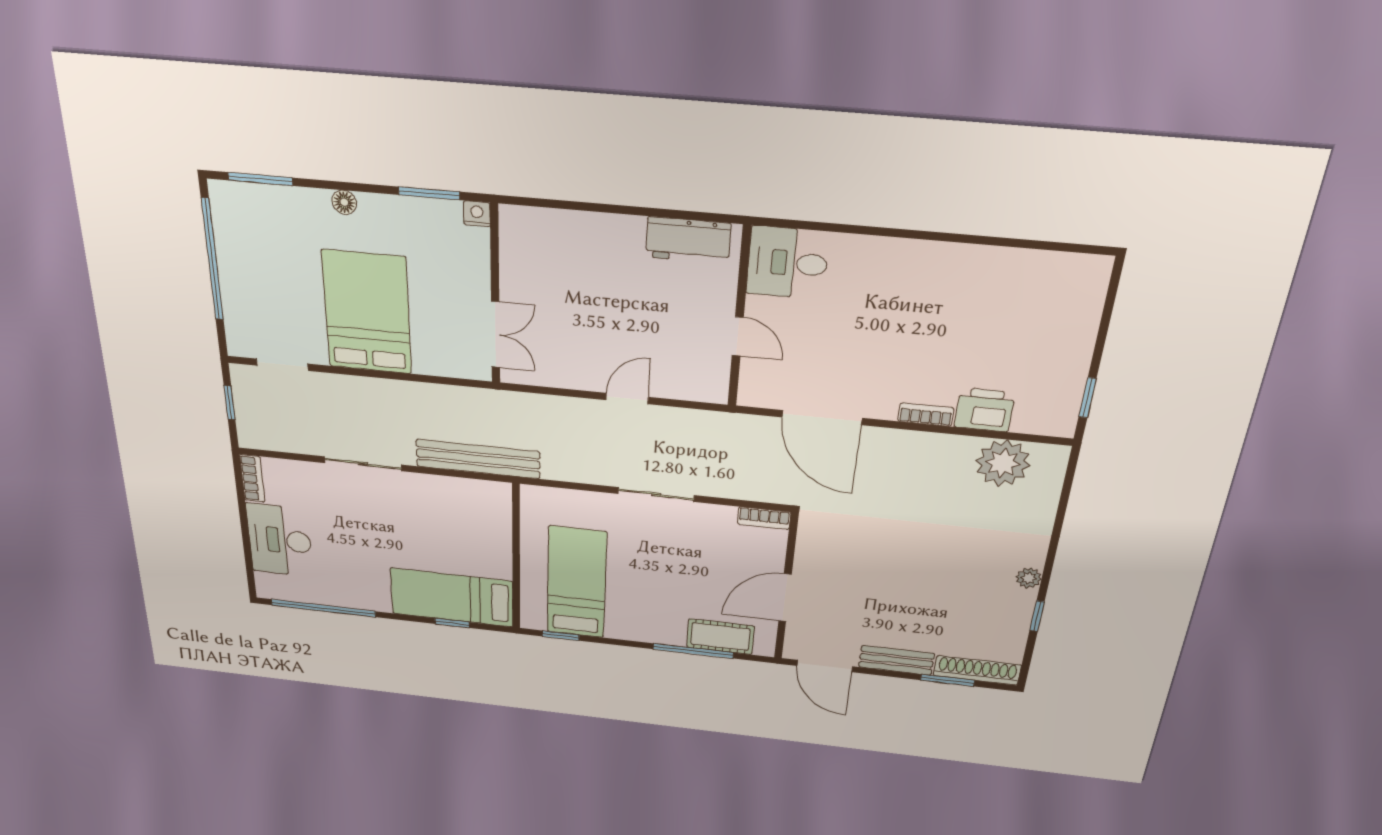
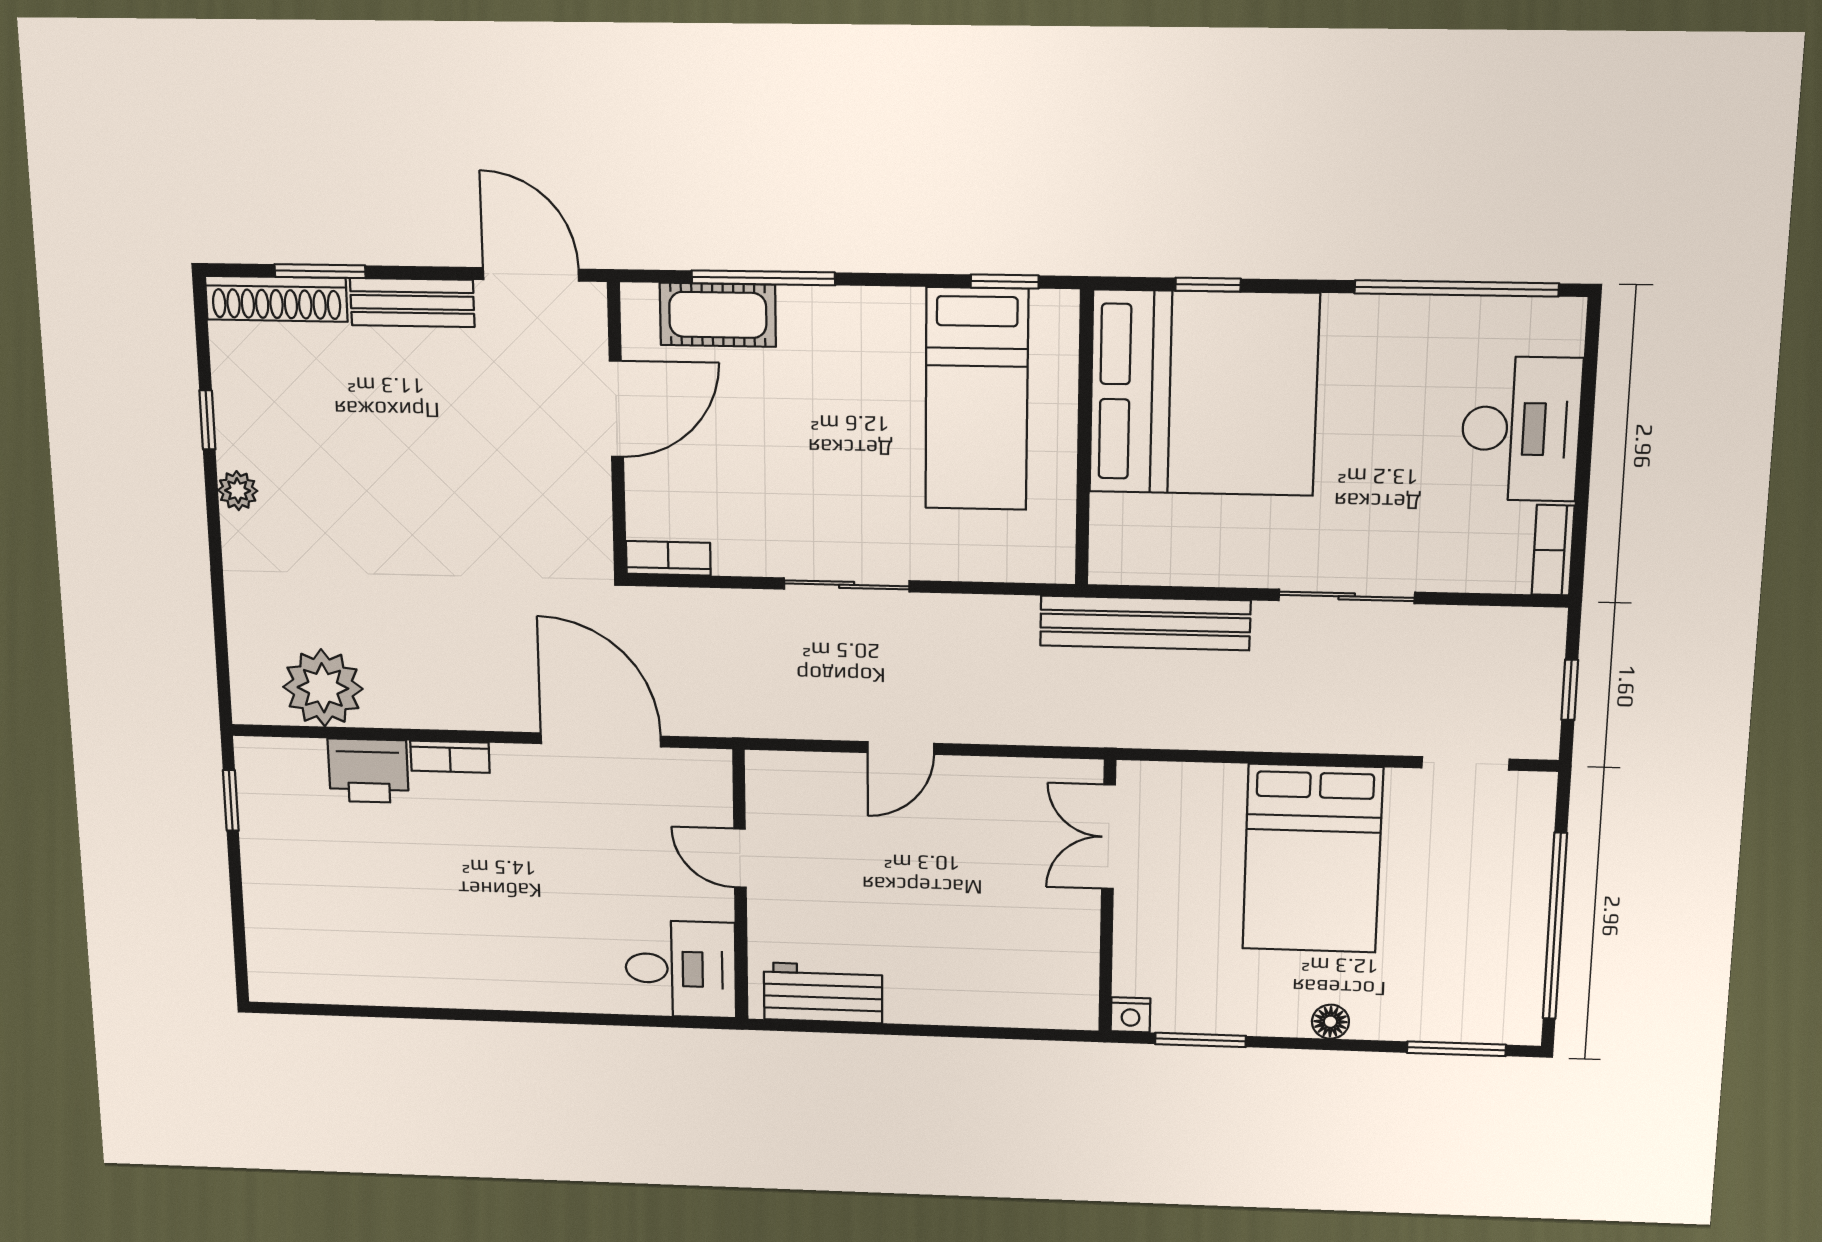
bed: (452, 598) -> (1204, 393), width x2.04

